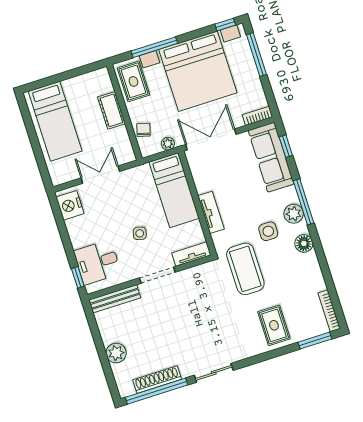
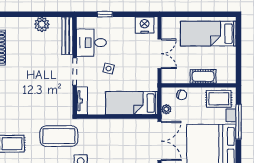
tv unit: (211, 212) -> (107, 124), removed
desk: (97, 262) -> (91, 43), moved, turned -90
window: (78, 277) -> (105, 14), moved
plant: (116, 353) -> (42, 24), moved

